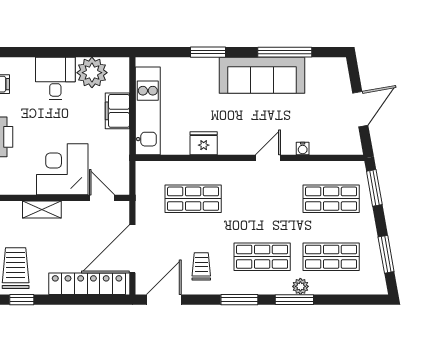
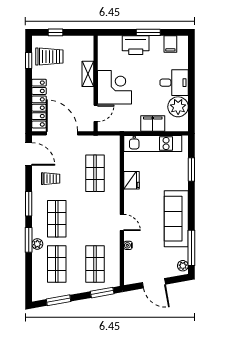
window: (208, 52) -> (191, 170), moved
window: (285, 52) -> (191, 248), moved
plant: (334, 65) -> (183, 266), added

